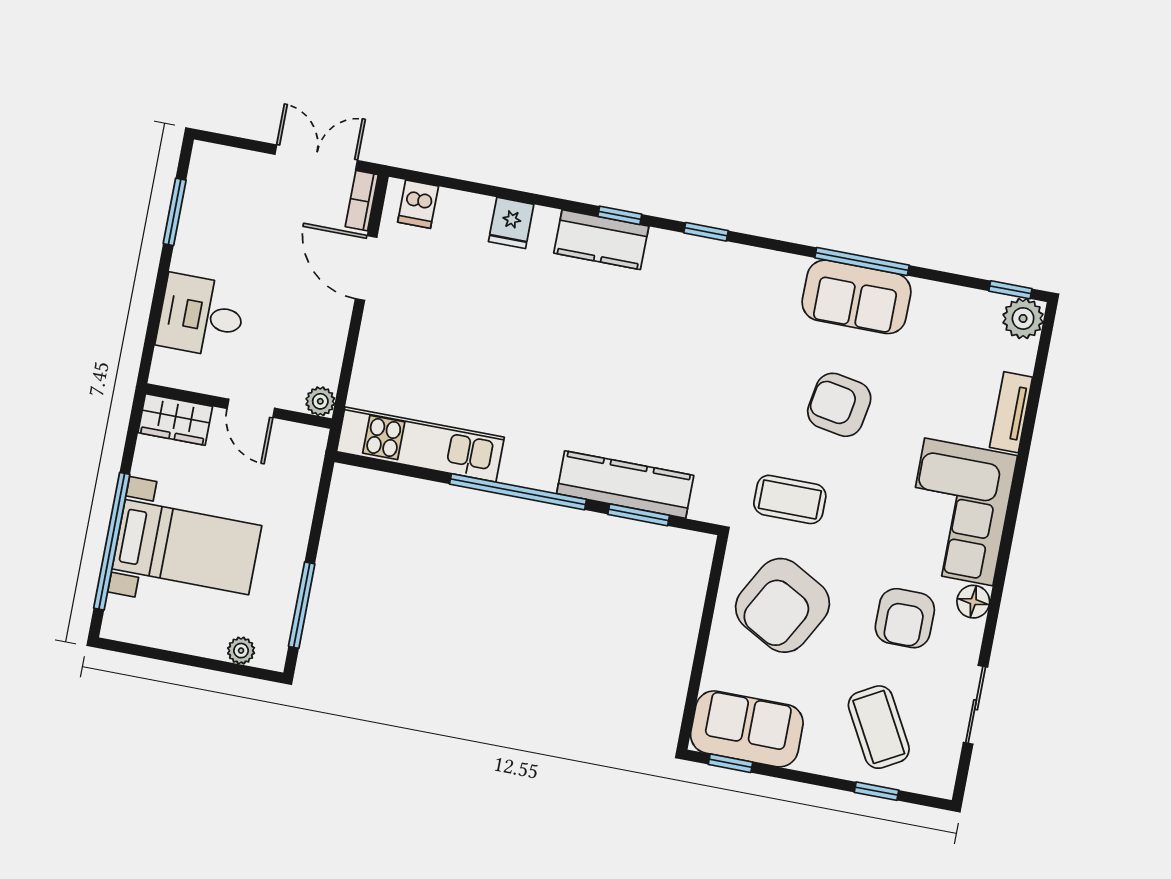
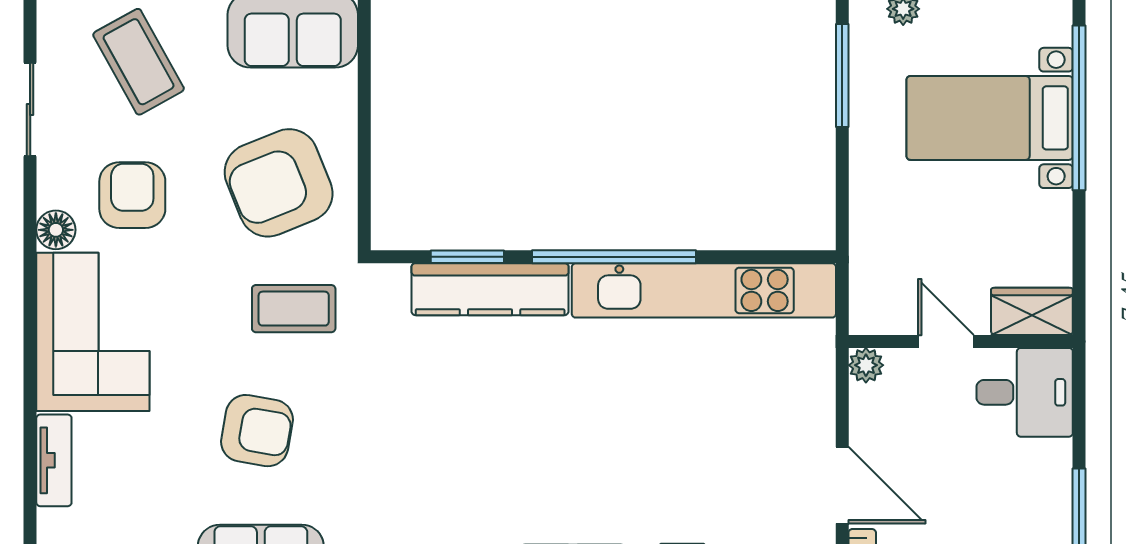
plant: (320, 401) -> (866, 365), moved
wall: (239, 406) -> (961, 341), moved
door: (251, 408) -> (946, 341), moved
wardrobe: (175, 420) -> (1032, 311), moved
kitchen unit: (420, 444) -> (704, 290), width x1.36
armchair: (782, 605) -> (279, 183), turned -141

